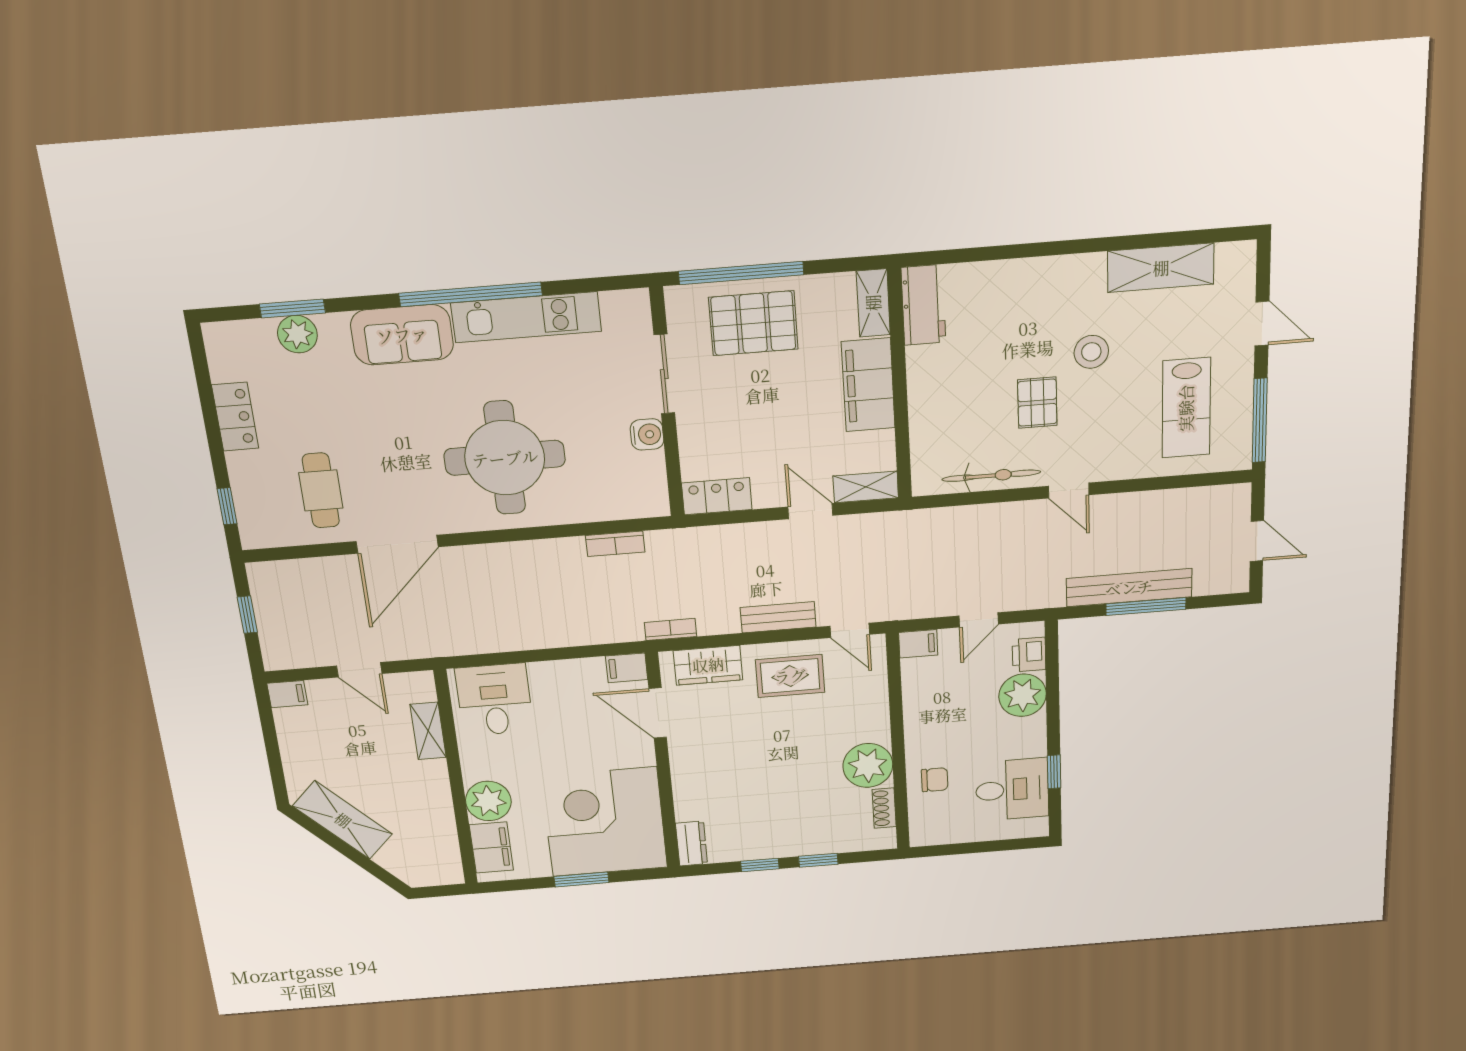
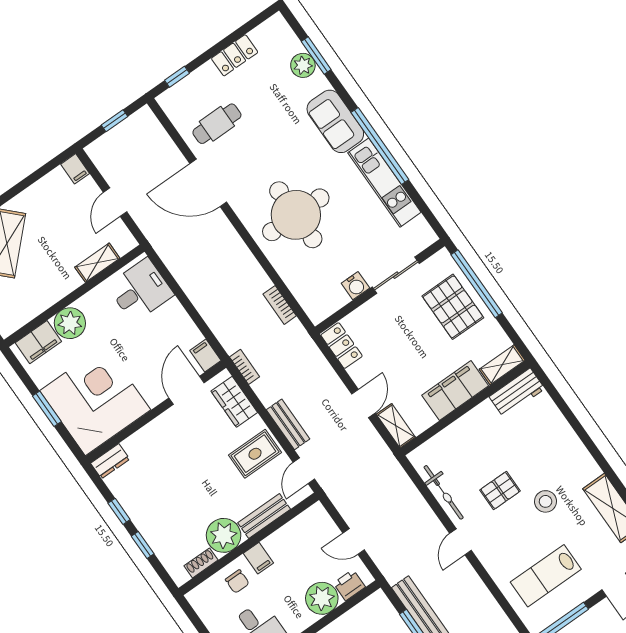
filing cabinet: (918, 644) -> (258, 558), moved
rug: (790, 676) -> (255, 454), turned 90
bench: (875, 707) -> (264, 516), added

